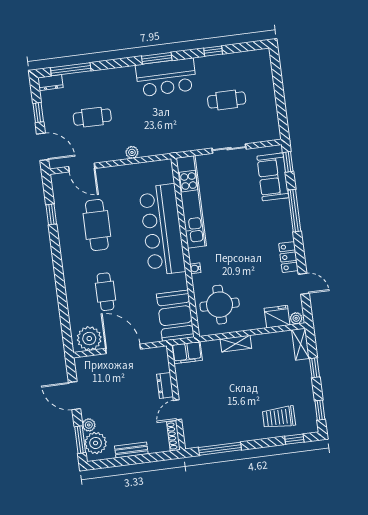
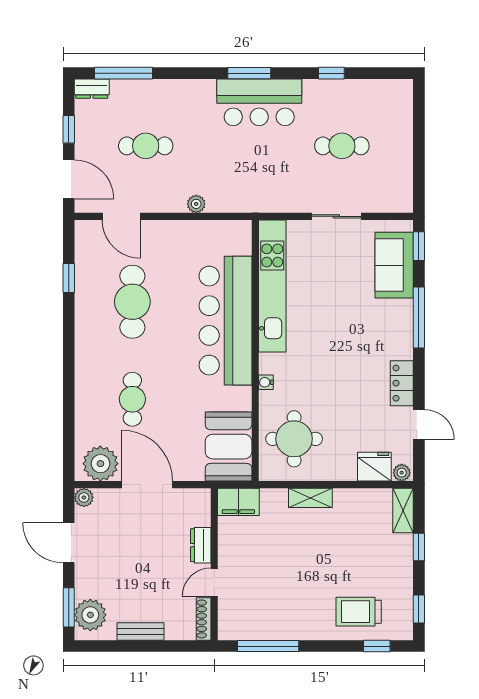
plant: (89, 425) -> (84, 497), moved

